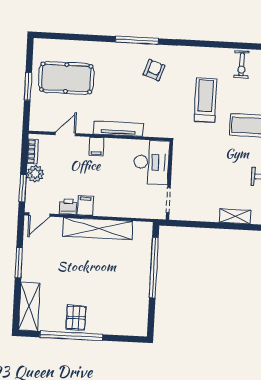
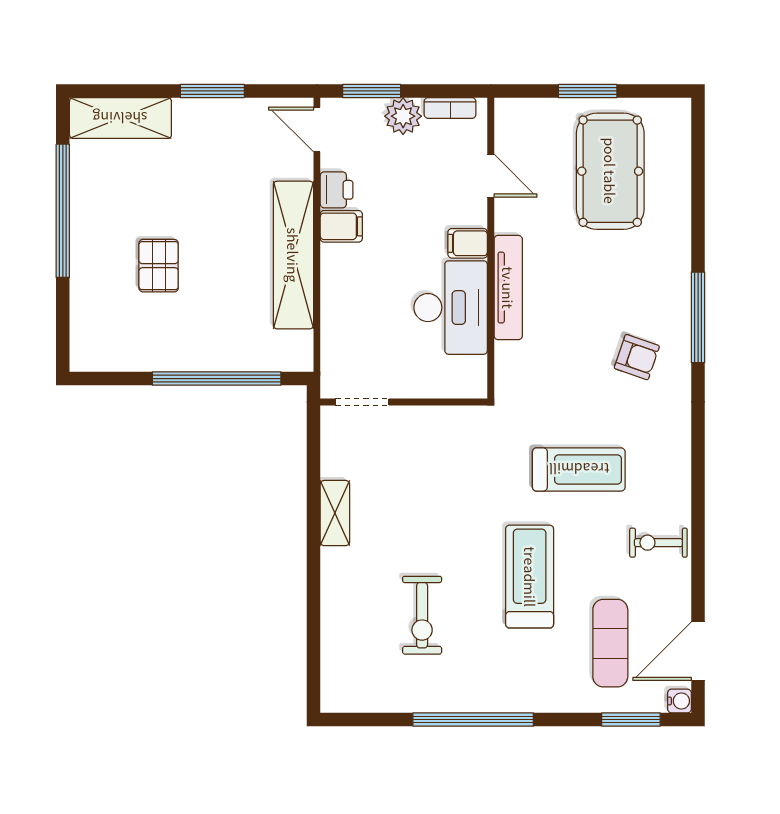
desk: (151, 162) -> (451, 308), moved, turned -90
shelving: (235, 216) -> (335, 513), moved
pallet: (76, 318) -> (159, 266), moved, turned 90

